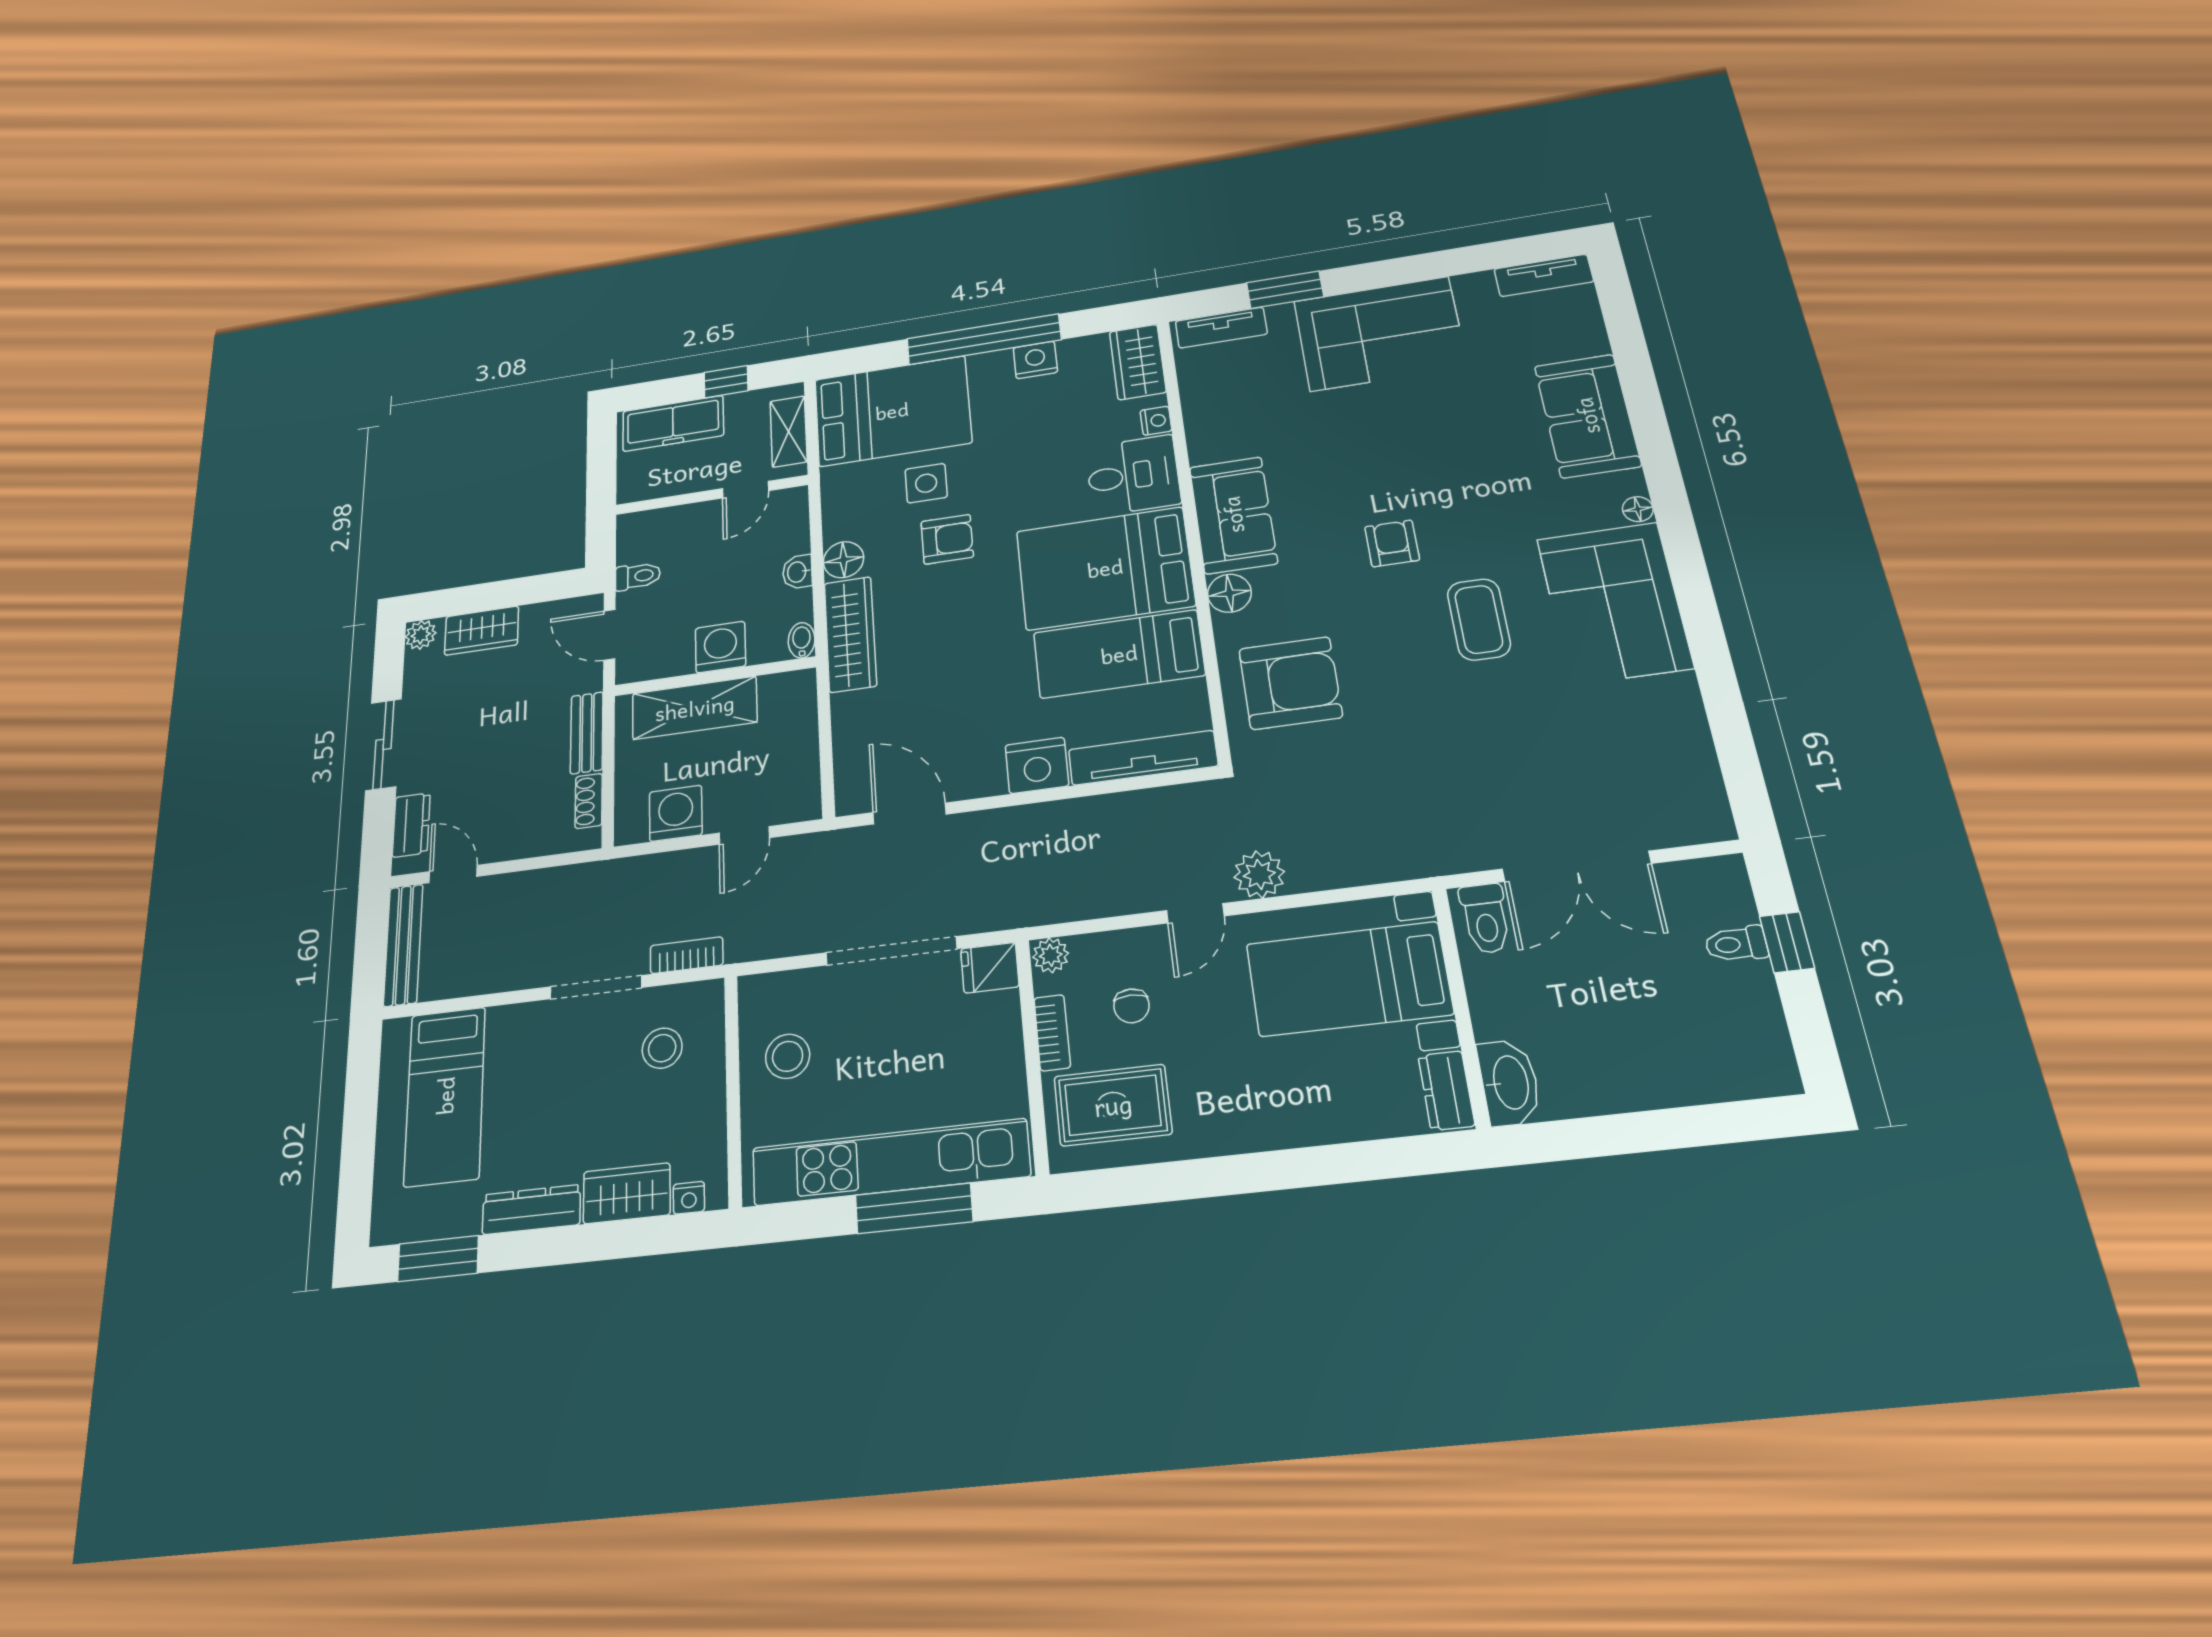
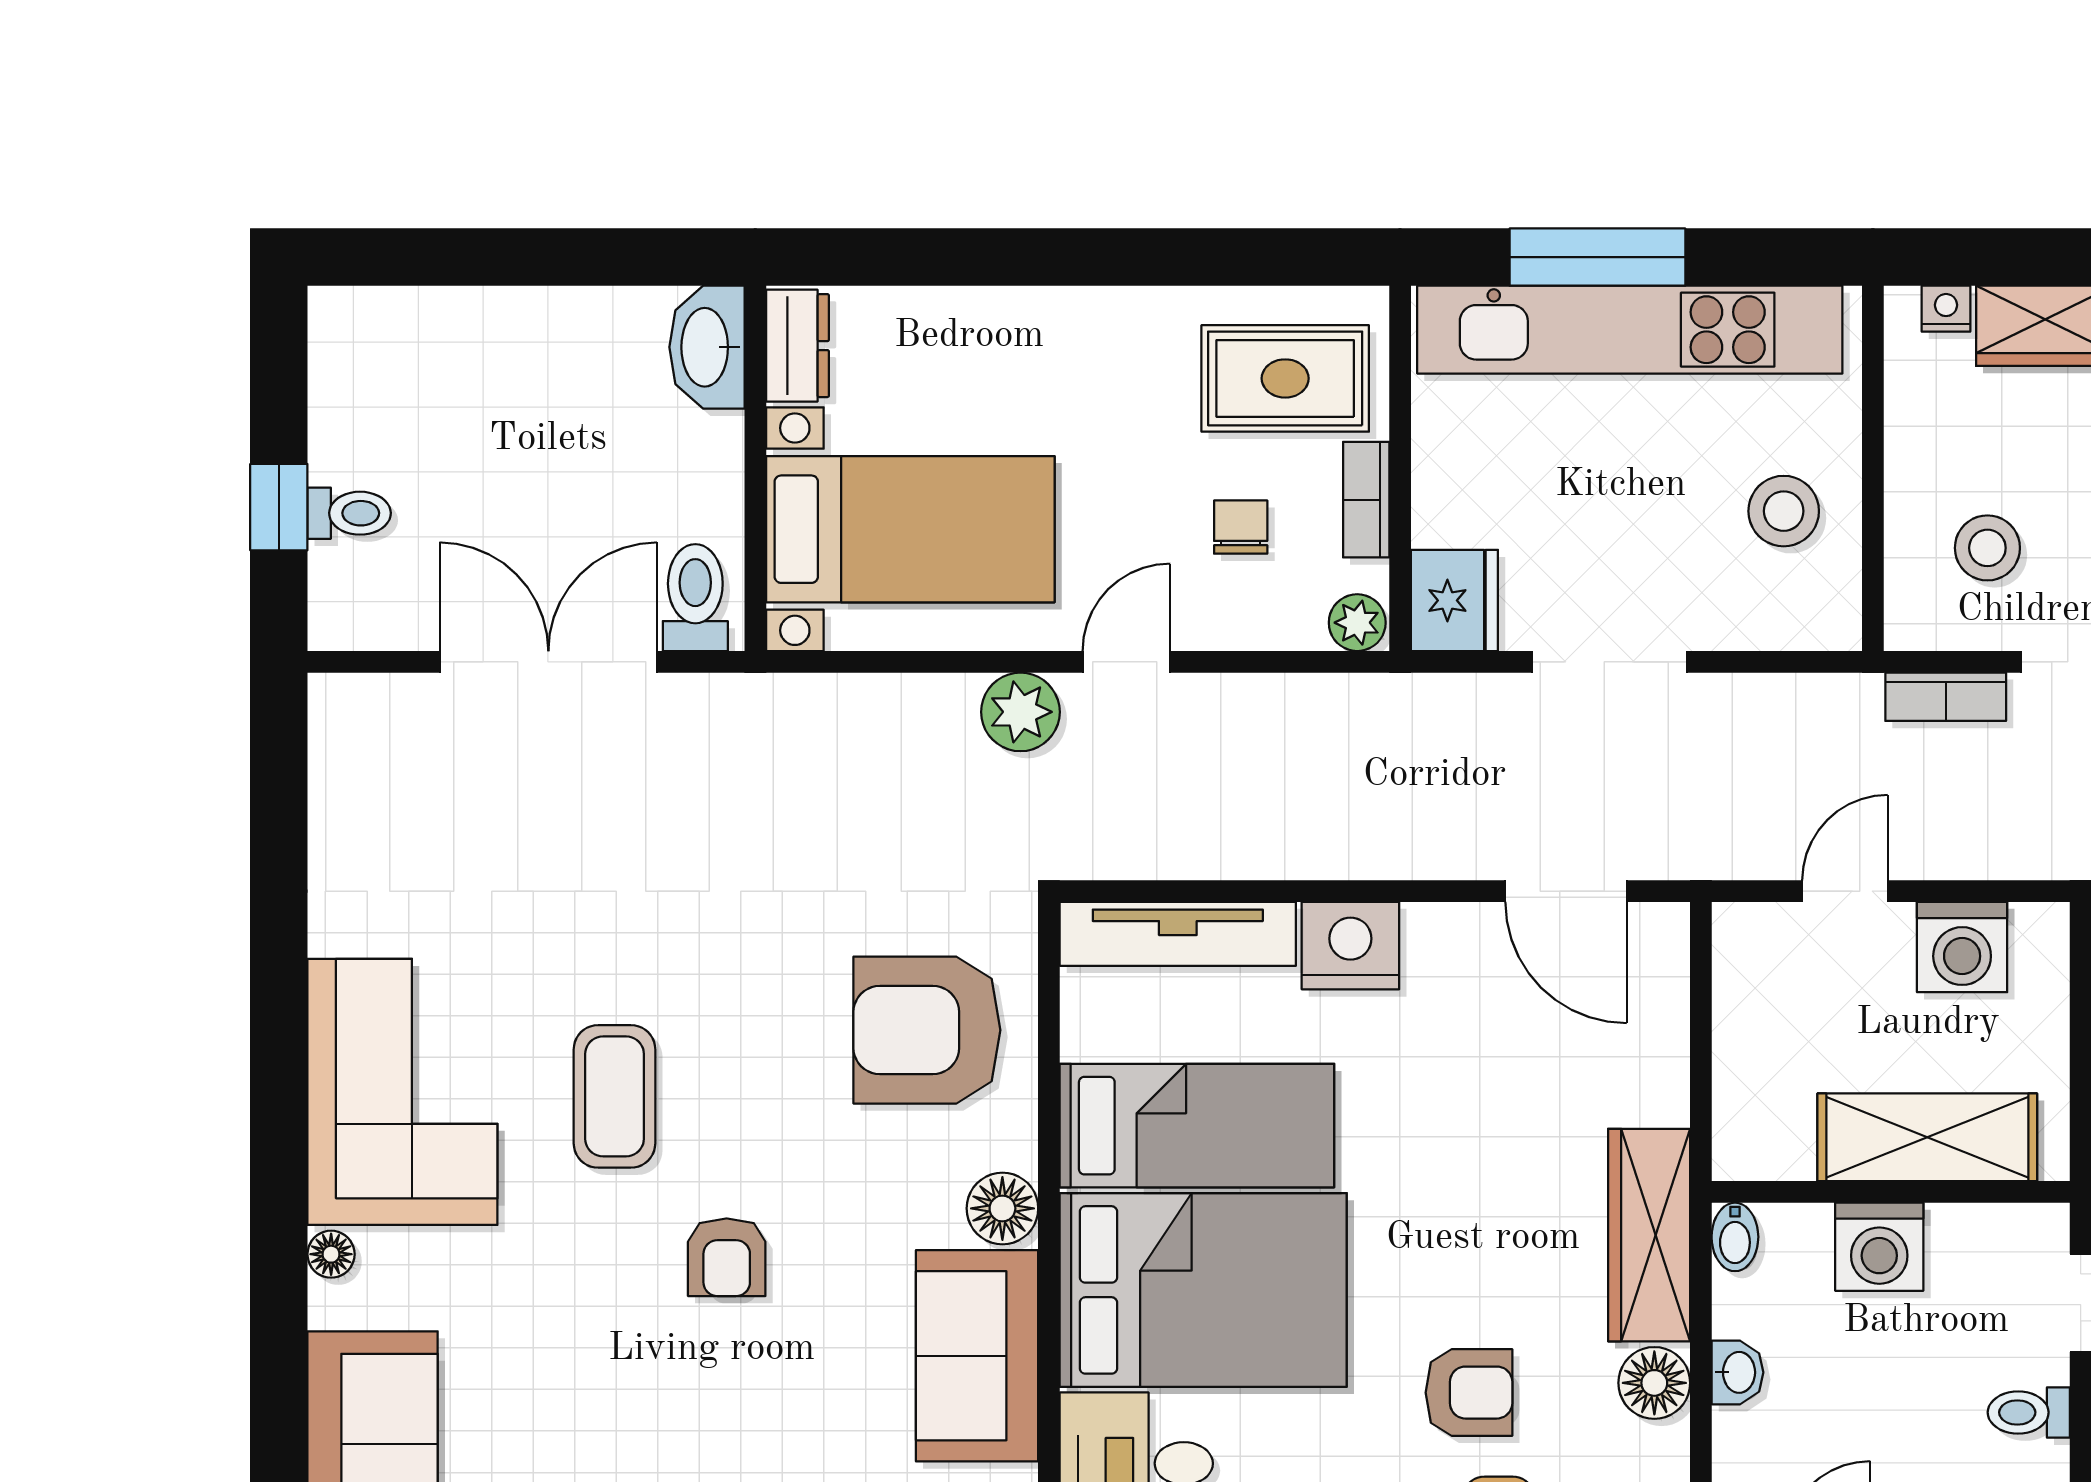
armchair: (947, 539) -> (1469, 1393), turned 180
doorway: (891, 951) -> (1610, 662), width x0.73
fridge: (990, 968) -> (1454, 600), width x1.38

